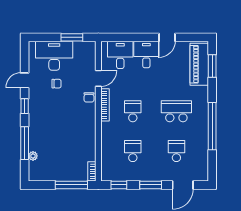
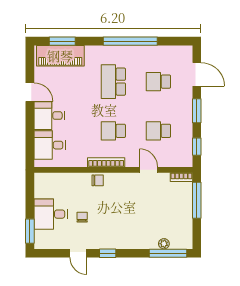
window: (72, 37) -> (30, 231), moved
desk: (54, 56) -> (51, 214), width x0.73
door: (98, 78) -> (149, 170), moved
window: (25, 143) -> (168, 253), moved

